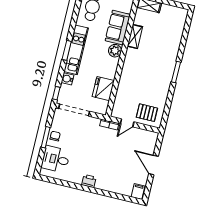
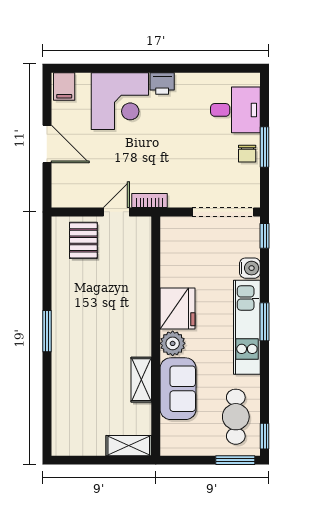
fridge: (103, 89) -> (178, 309), moved
pallet: (147, 113) -> (83, 240), turned 90
corner desk: (112, 177) -> (120, 101), added

